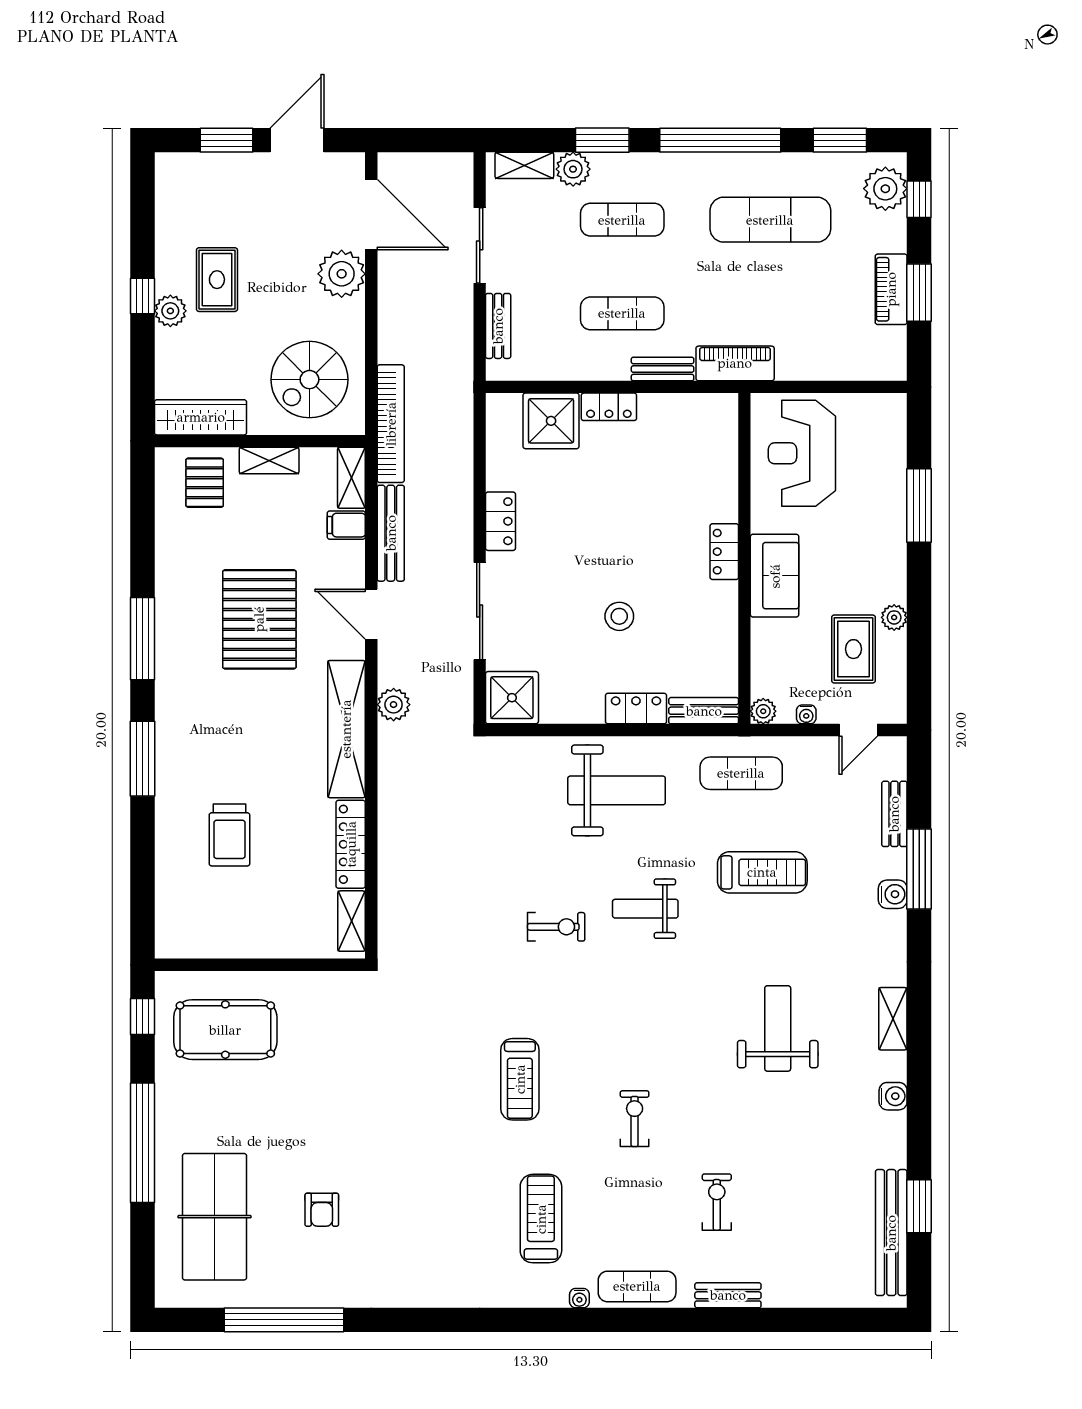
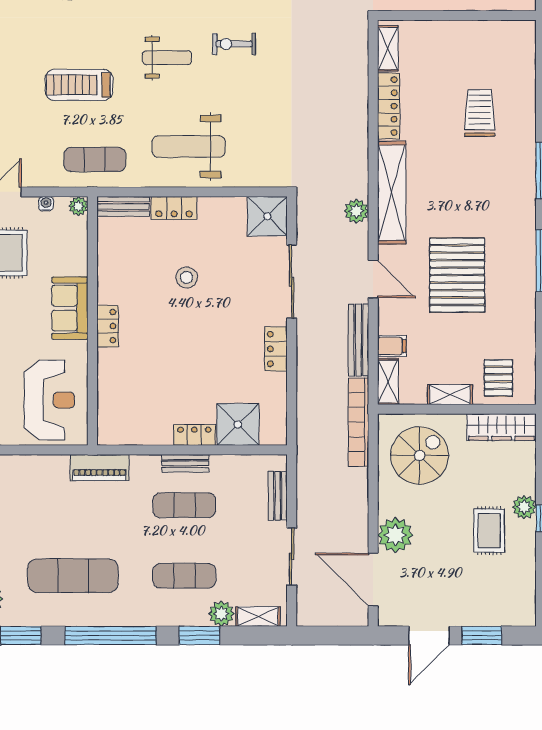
bench: (663, 369) -> (185, 463), moved

